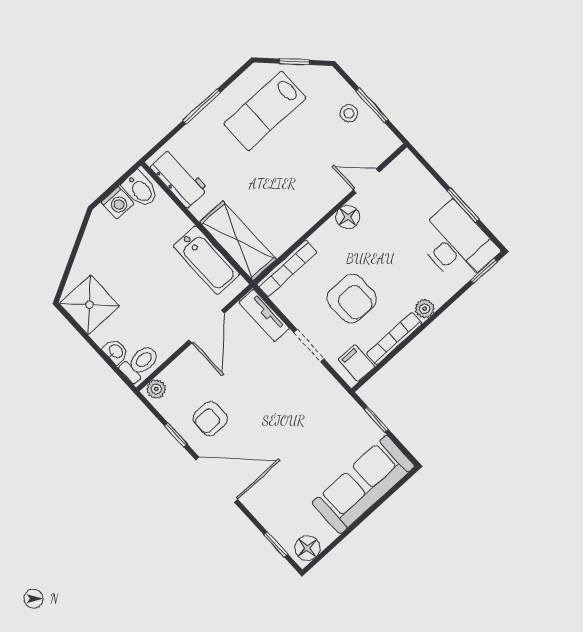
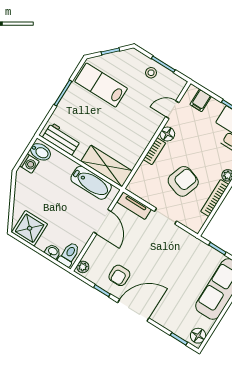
lab bench: (265, 111) -> (101, 85), turned 90
bookcase: (287, 268) -> (154, 151), moved, width x0.64
armchair: (352, 299) -> (183, 181), turned -72
filing cabinet: (356, 363) -> (201, 100), moved, turned -90

